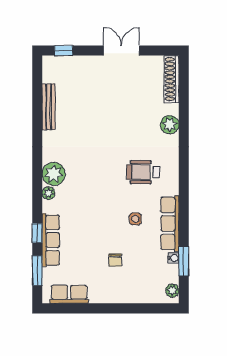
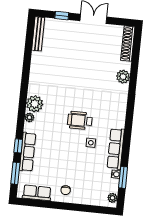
window: (64, 50) -> (62, 16), moved
bench: (49, 107) -> (38, 34), moved
wheelchair: (143, 172) -> (80, 120), moved
chair: (115, 260) -> (66, 190), moved

